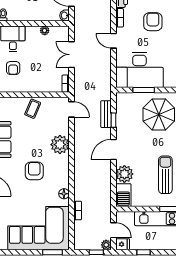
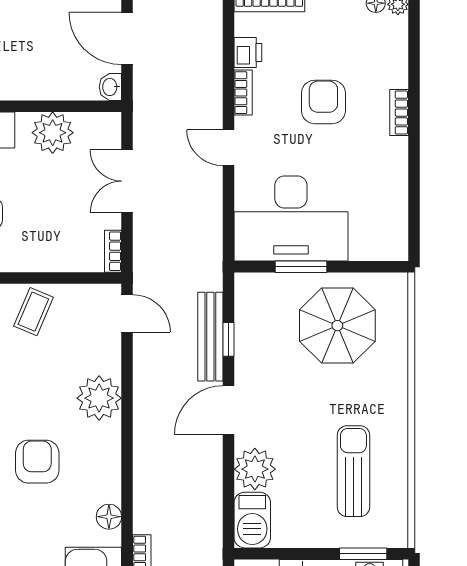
plant: (45, 30) -> (53, 133), width x1.87, depth x1.87
bench: (106, 114) -> (210, 337), width x1.36

